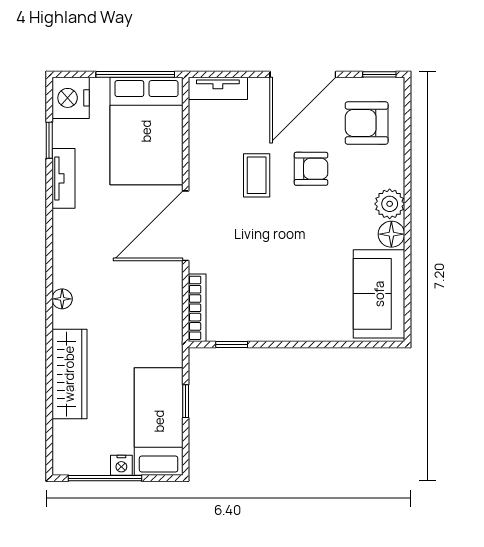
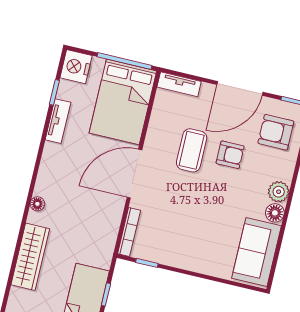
coffee table: (257, 175) -> (192, 150), width x1.36, depth x1.30

